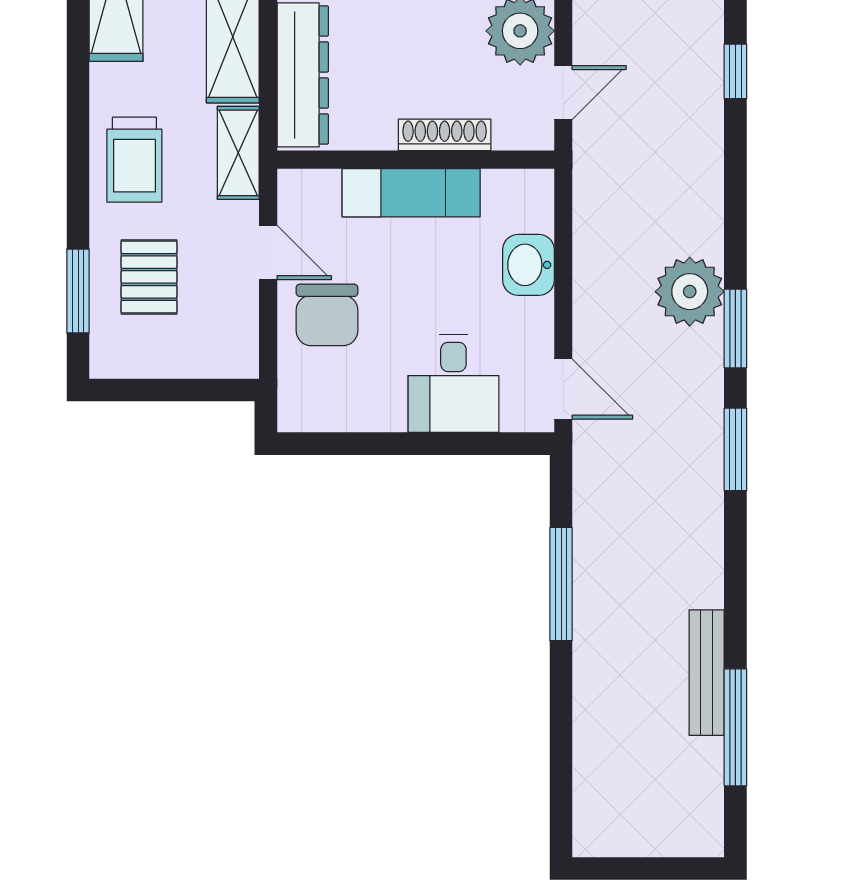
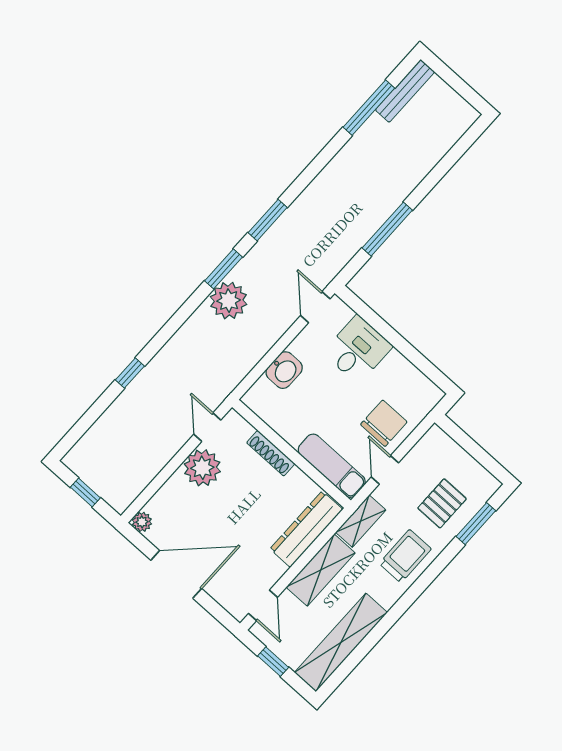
door: (563, 93) -> (207, 427), hinge flipped
exam couch: (411, 193) -> (332, 466), moved
bench: (707, 673) -> (405, 91), moved

